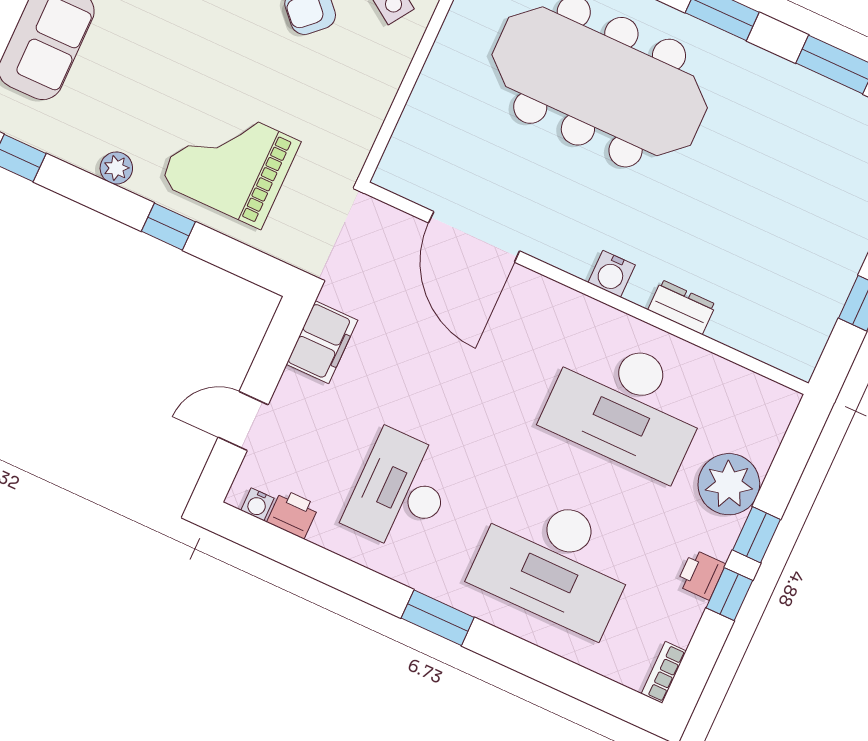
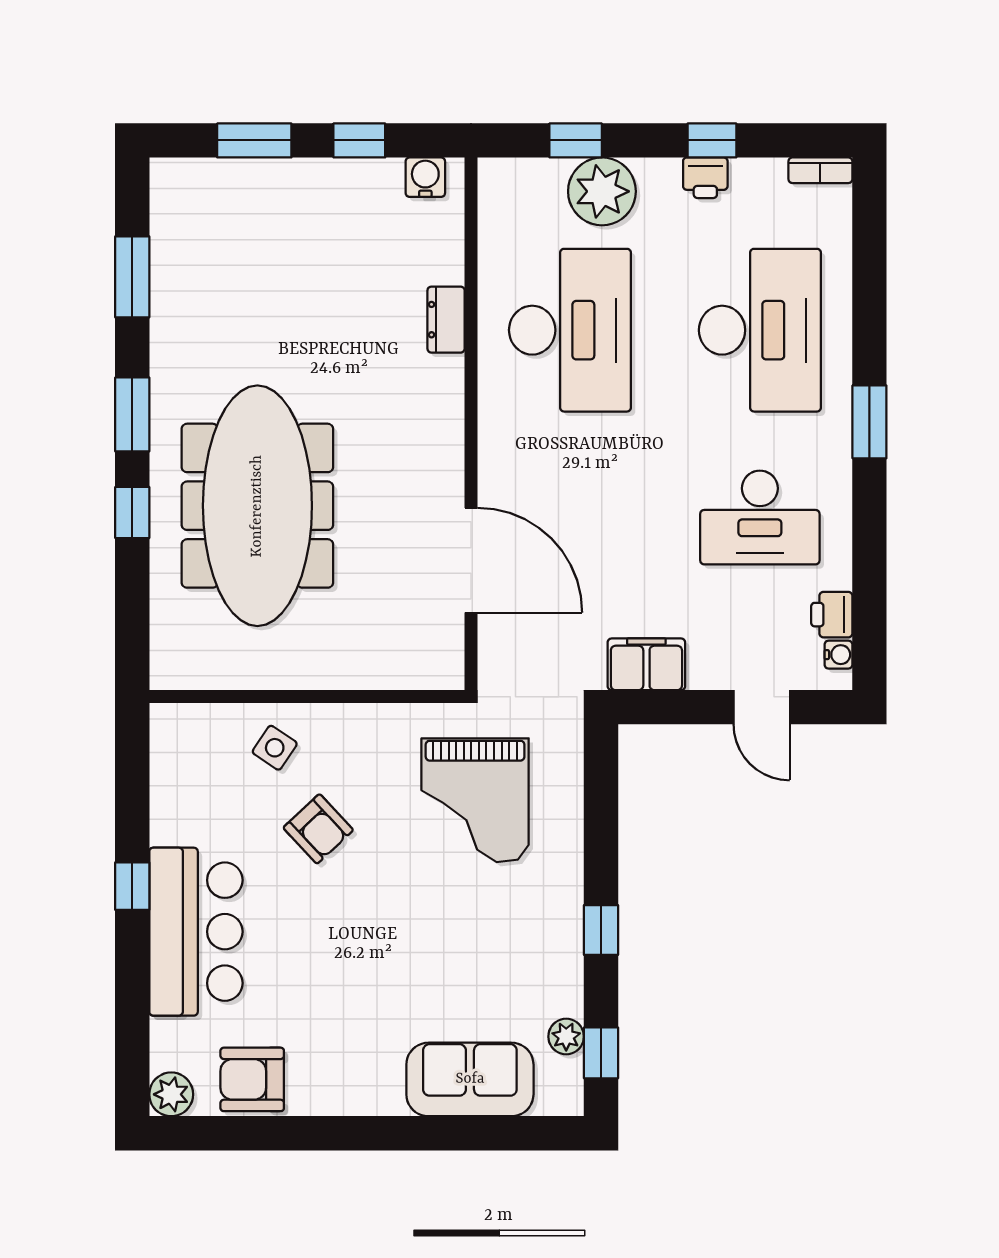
grand piano: (230, 162) -> (475, 800), moved
plant: (116, 168) -> (566, 1037), moved
window: (168, 227) -> (601, 930), moved
door: (474, 237) -> (471, 560), hinge flipped
water cooler: (612, 274) -> (425, 177), moved, turned -90
window: (756, 535) -> (576, 140), moved

